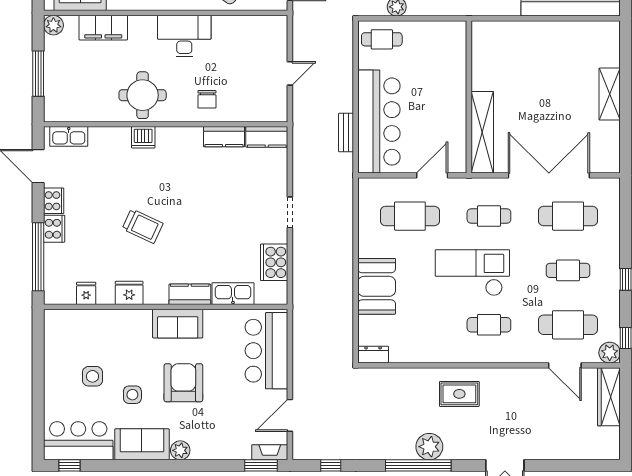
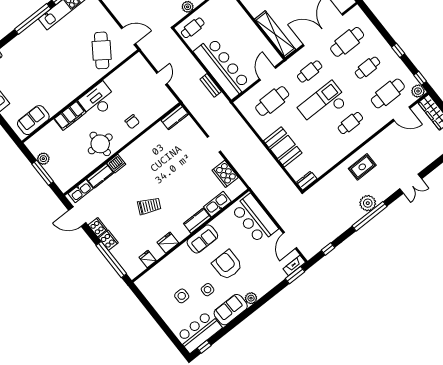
plant: (53, 25) -> (43, 159), moved
filing cabinet: (103, 28) -> (70, 116), moved
kitchen counter: (224, 137) -> (100, 176), moved

